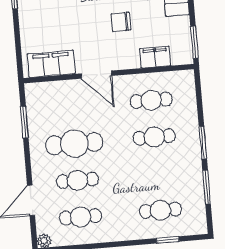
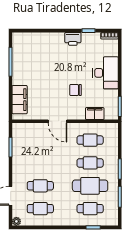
filing cabinet: (51, 64) -> (20, 100), moved, turned 90
cafe table: (74, 144) -> (90, 186), moved

